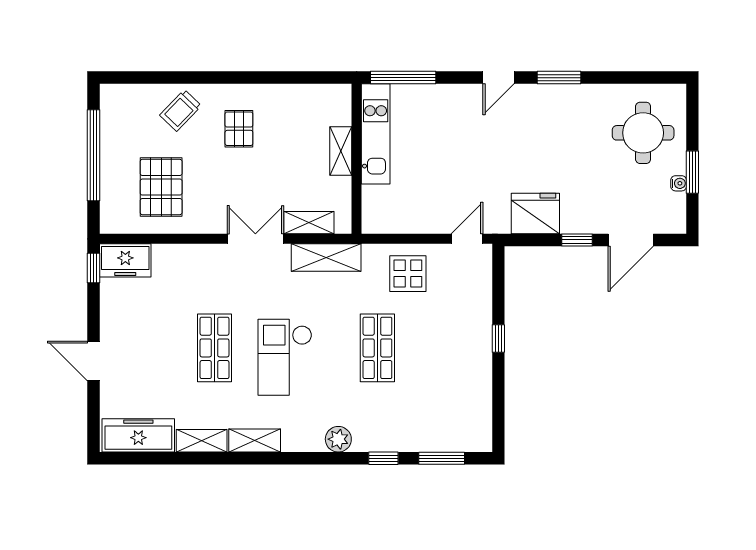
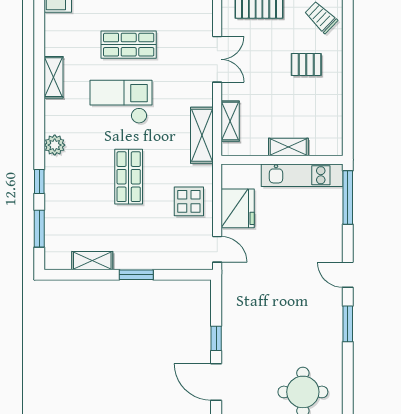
fridge: (535, 214) -> (238, 208), moved
double door: (255, 239) -> (217, 59), moved
window: (498, 339) -> (136, 275), width x1.50
shop shelf: (377, 348) -> (129, 177), turned 90
shelving: (202, 441) -> (92, 261), moved, turned 90

